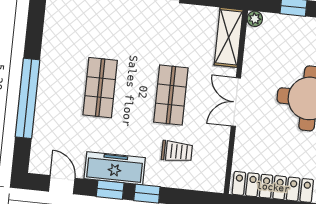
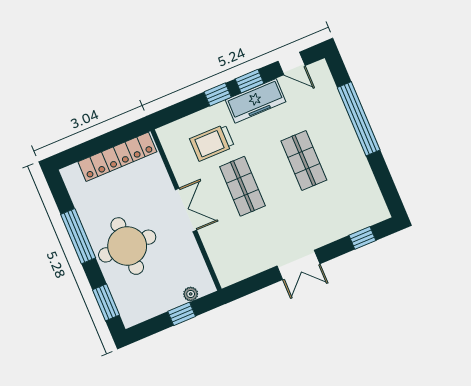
plant: (255, 19) -> (191, 294), moved
shelving: (229, 37) -> (221, 260), removed
trolley: (177, 151) -> (212, 143), width x1.36, depth x1.39

